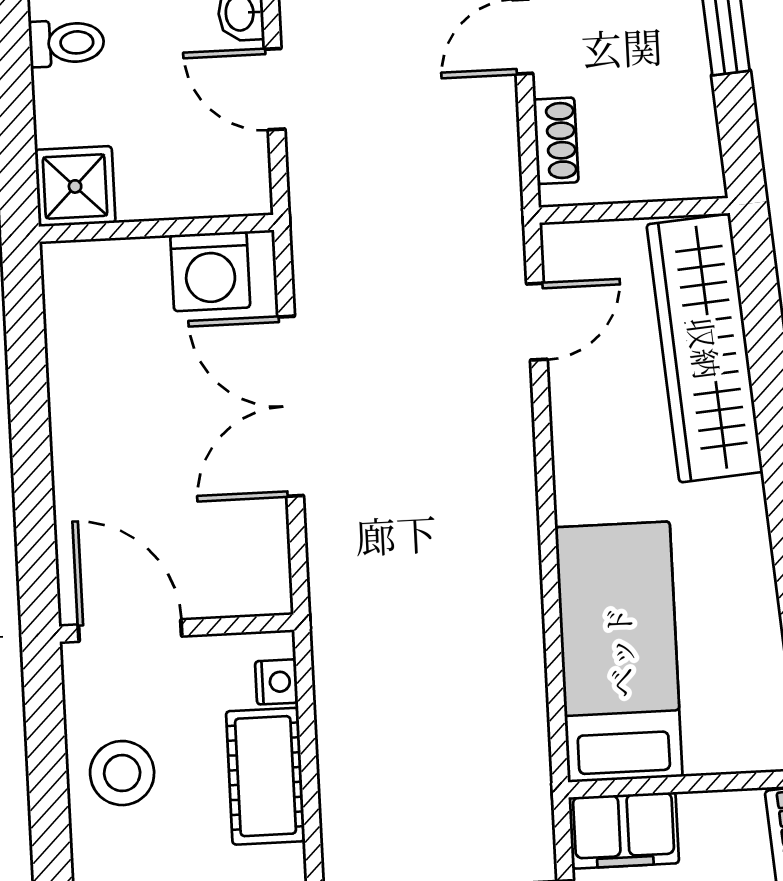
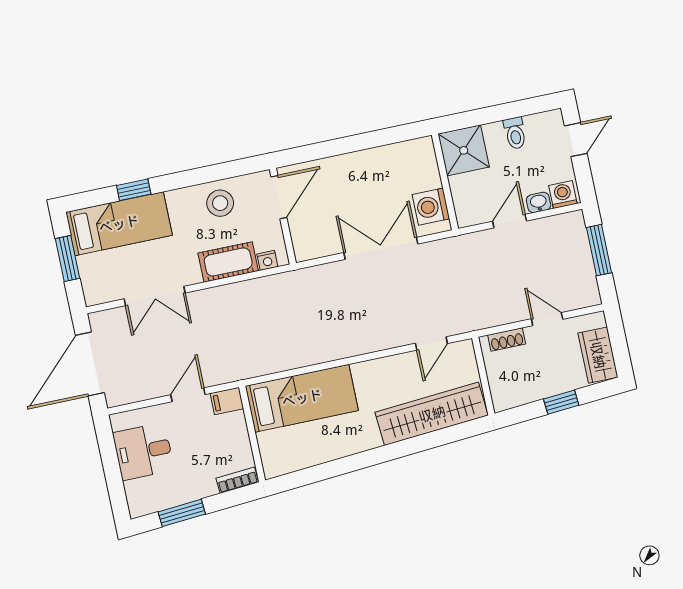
shower: (75, 186) -> (464, 150), width x1.36, depth x1.36
door: (537, 322) -> (431, 343), hinge flipped
filing cabinet: (624, 830) -> (227, 401), width x0.50

